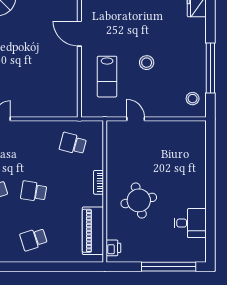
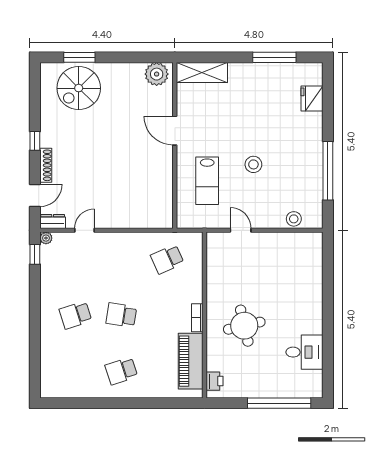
stool: (193, 99) -> (294, 219), moved
school desk: (73, 144) -> (167, 259), turned -39
bookcase: (99, 182) -> (197, 318), moved

